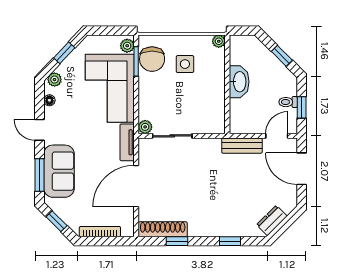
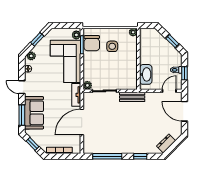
washbasin: (239, 82) -> (146, 74), moved
bench: (242, 146) -> (132, 97), moved
shoe rack: (163, 229) -> (98, 149), removed
window: (177, 241) -> (107, 156), width x2.17

